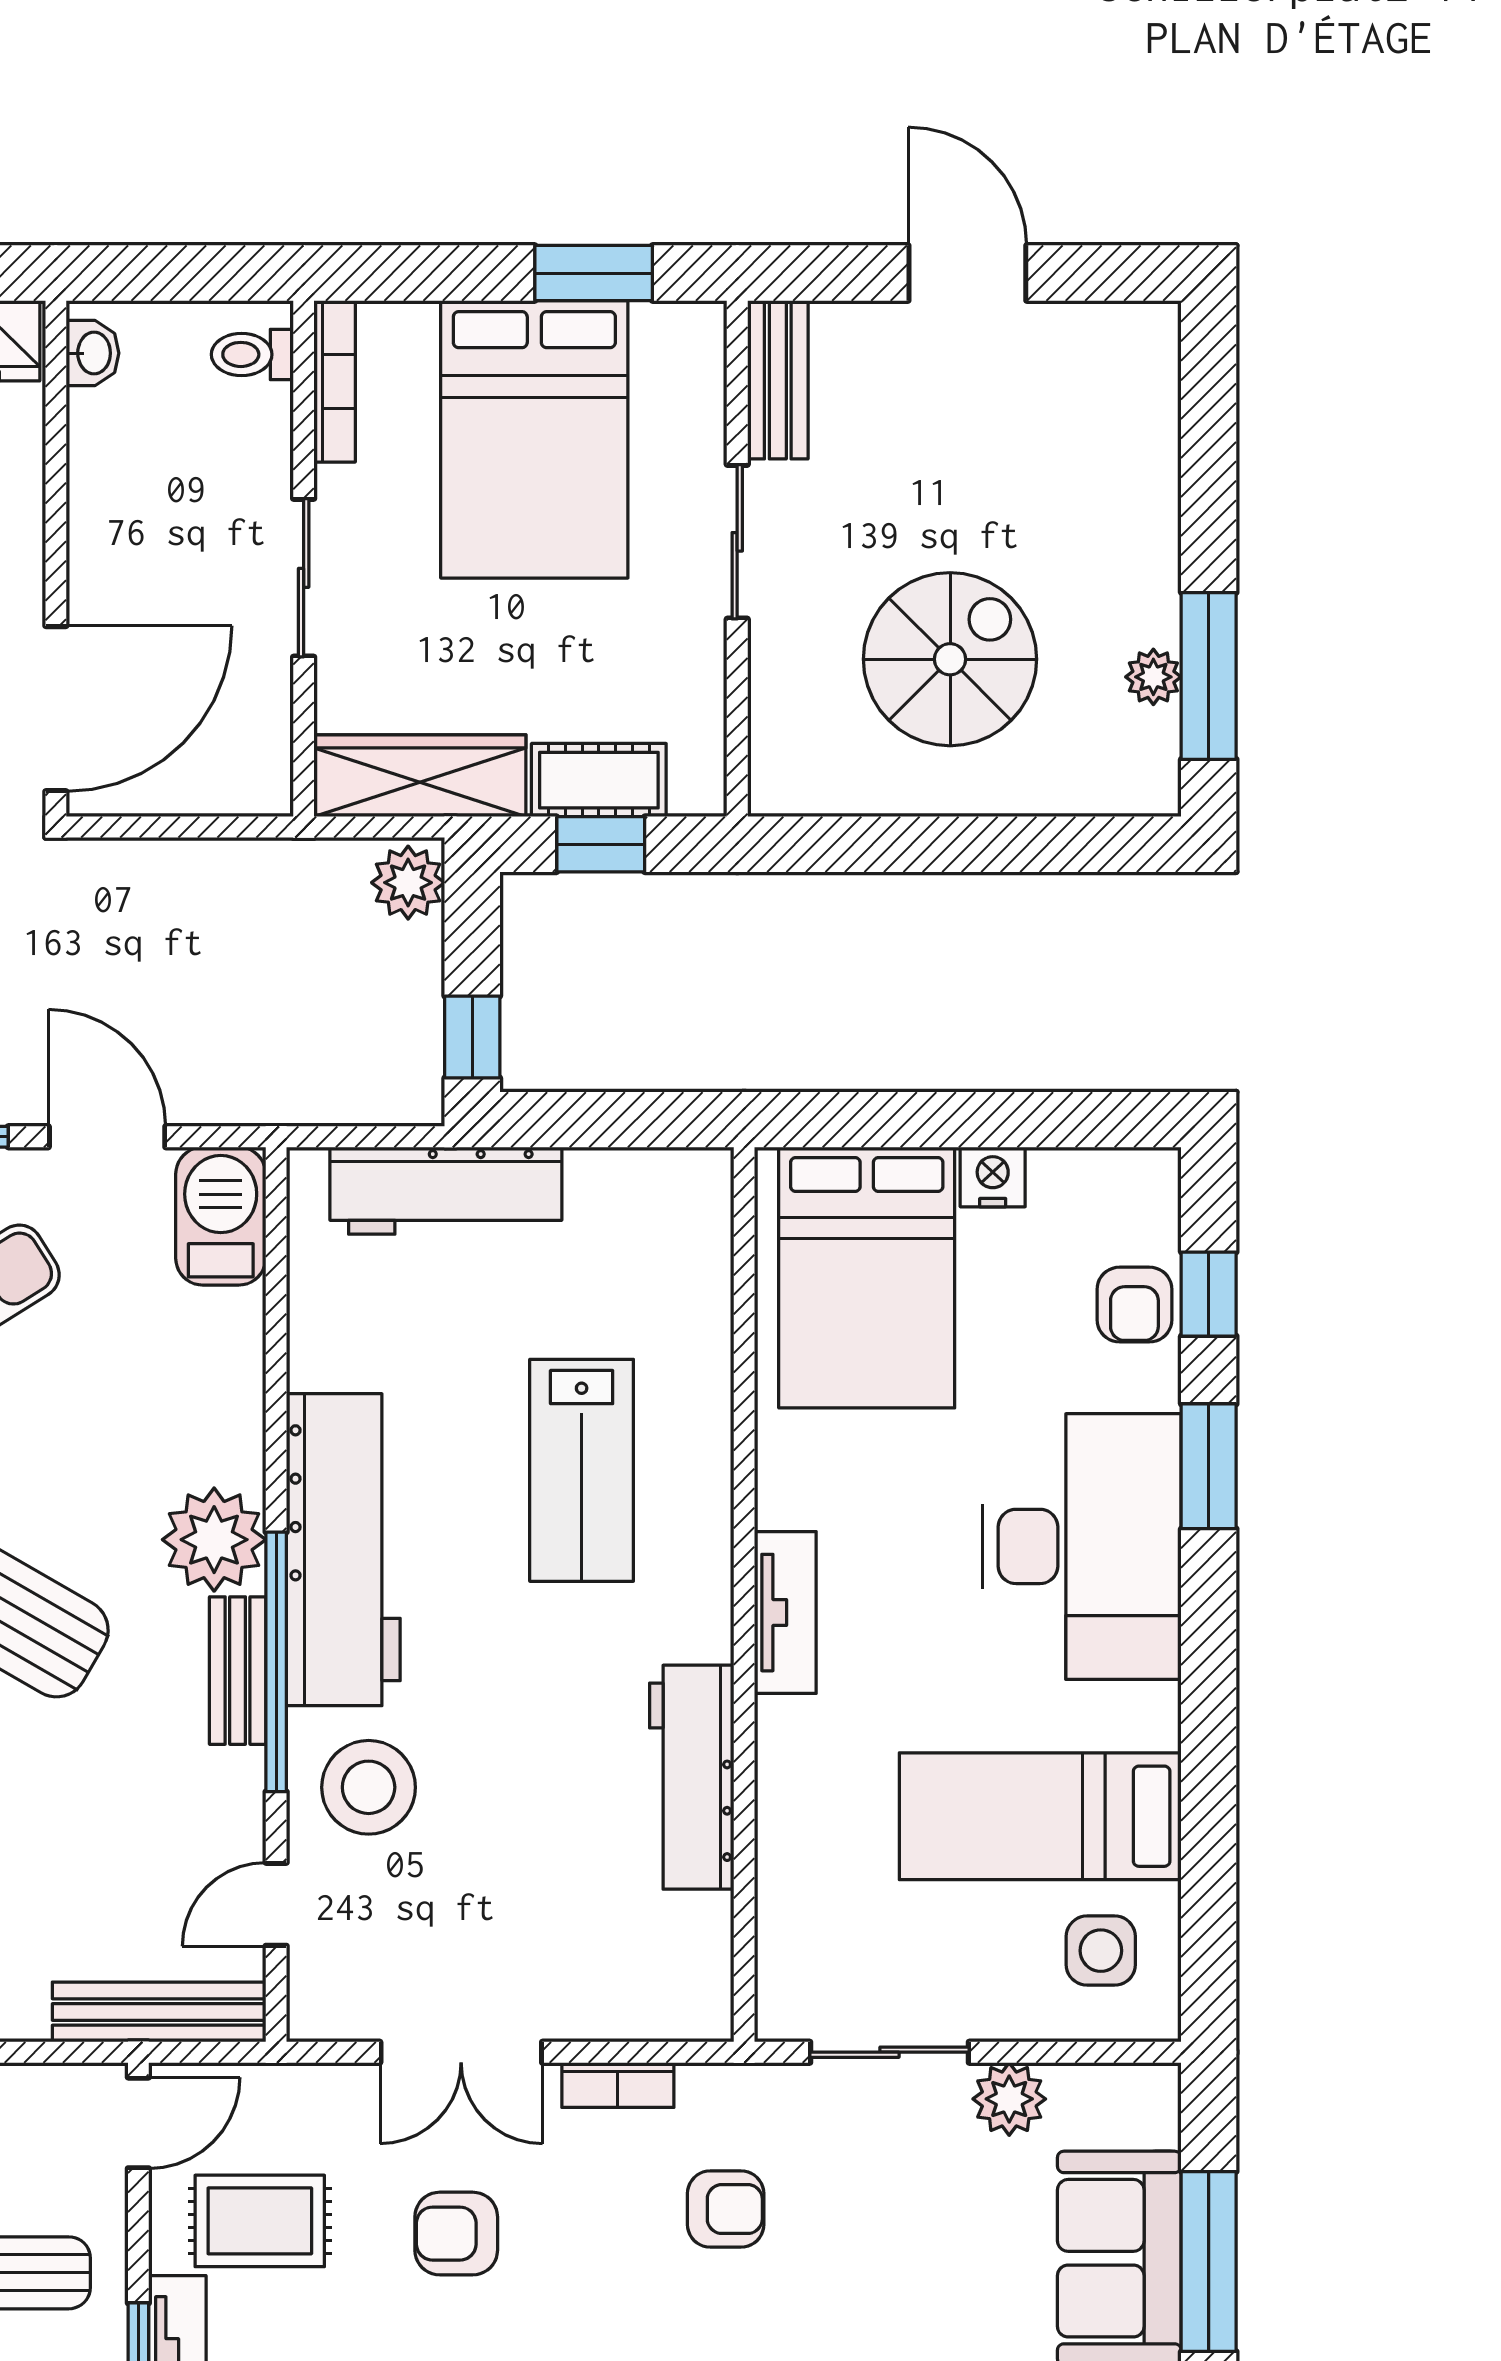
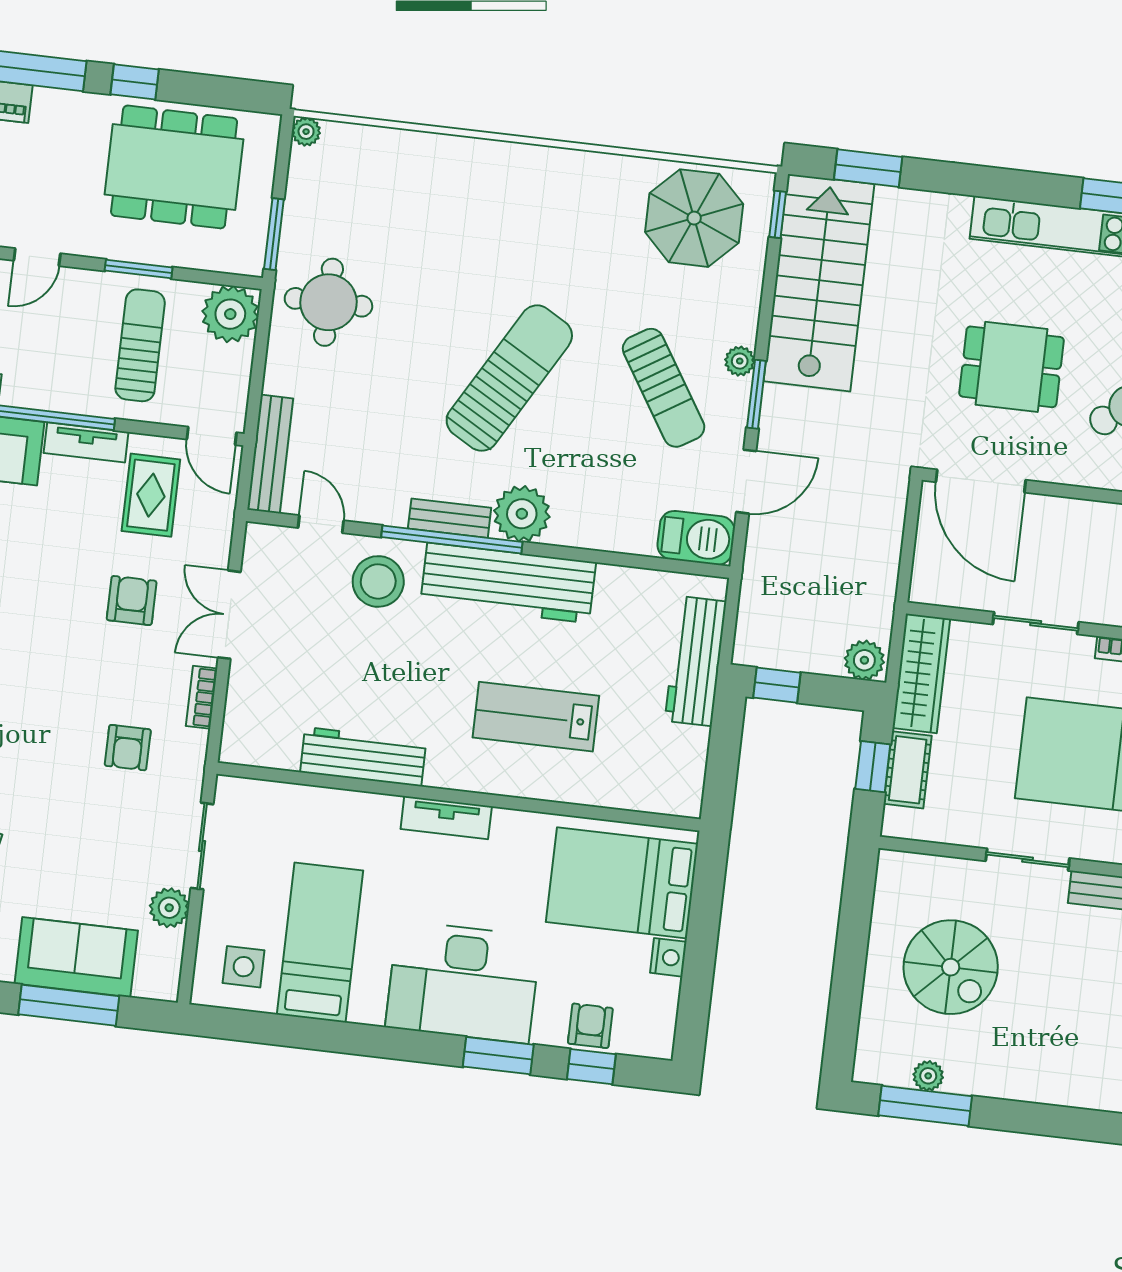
armchair: (1134, 1305) -> (590, 1026), turned 90

